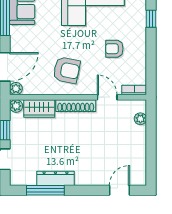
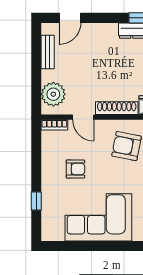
plant: (140, 119) -> (53, 94), width x1.88, depth x1.88
bench: (140, 158) -> (48, 52), added

